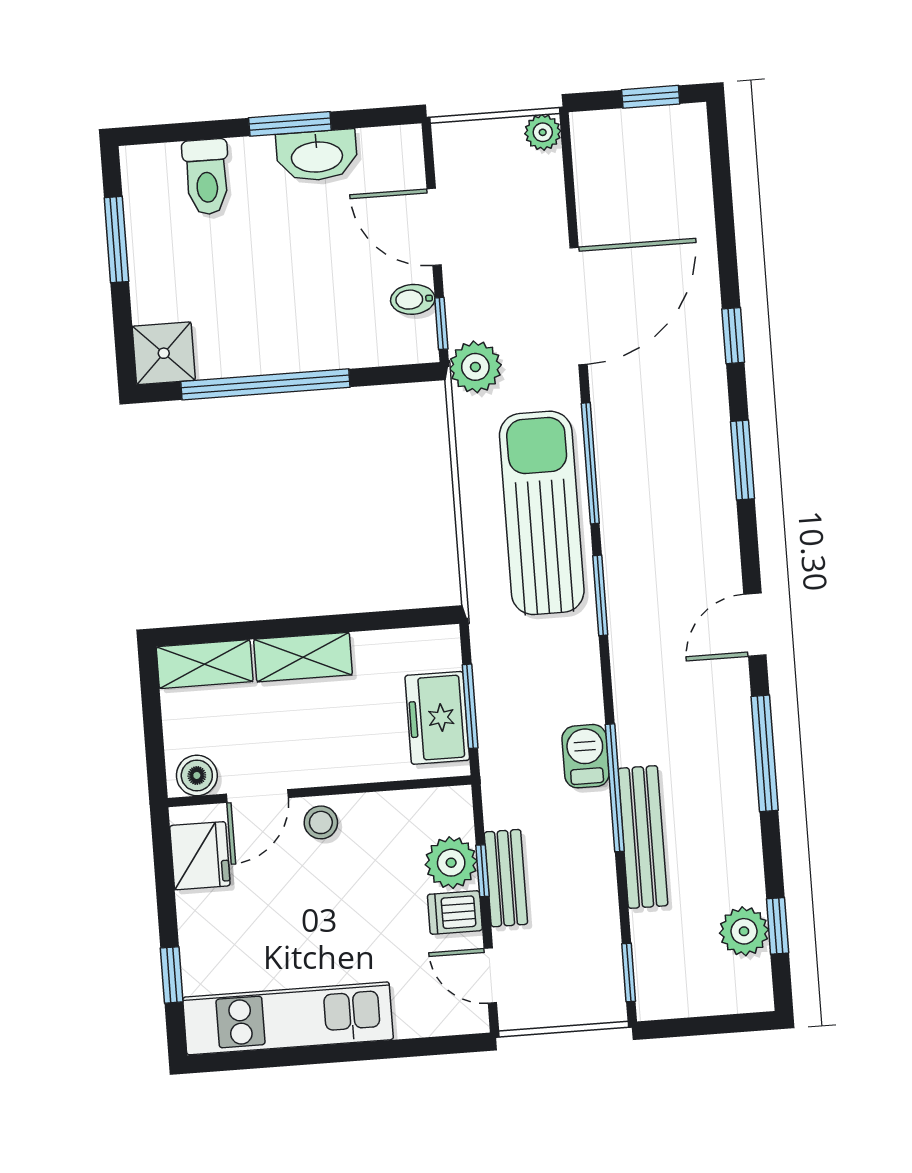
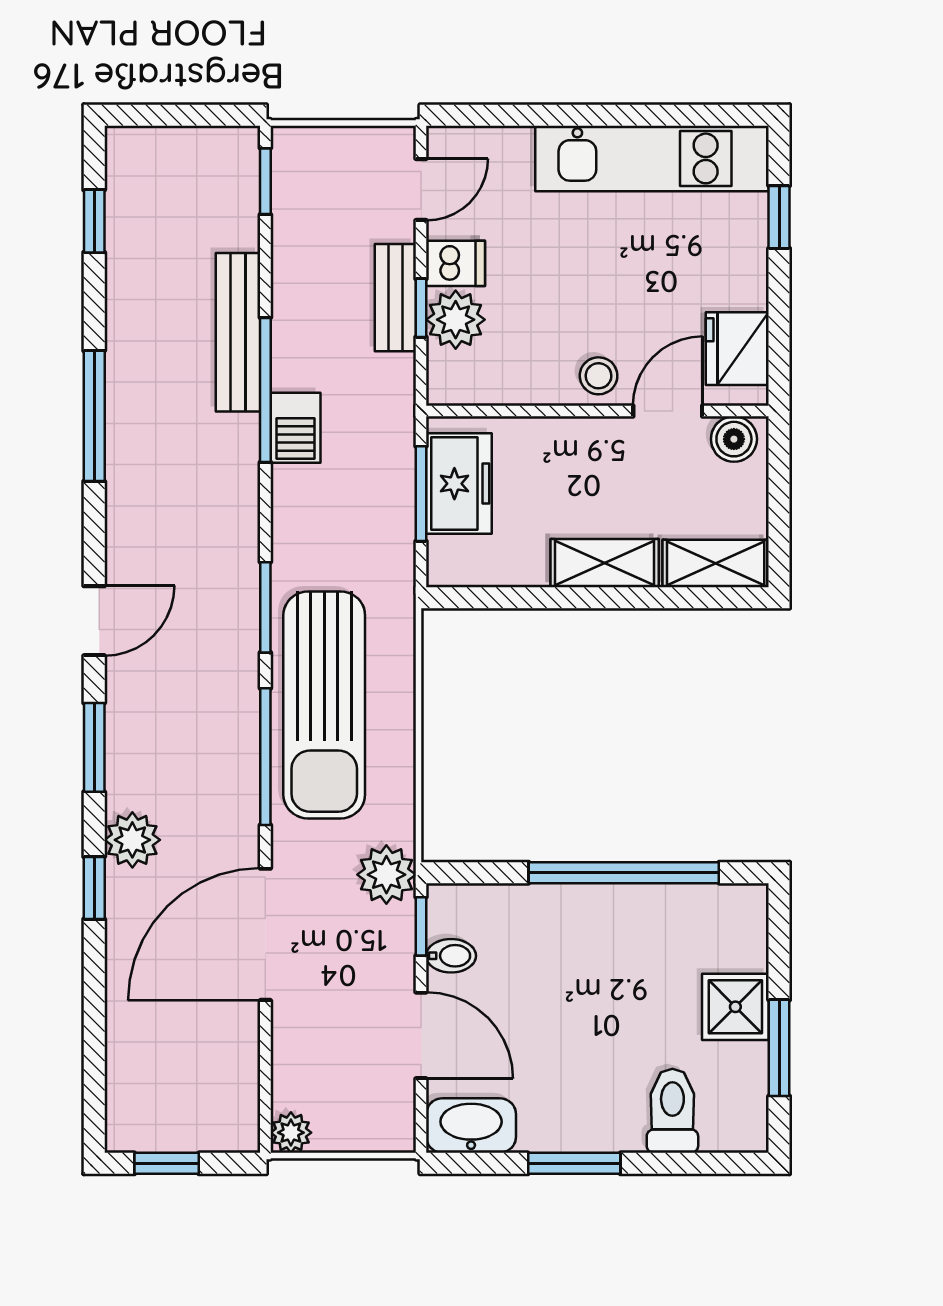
washbasin: (317, 156) -> (471, 1125), moved
shower: (164, 353) -> (735, 1007), moved
door: (755, 625) -> (94, 621), moved
plant: (744, 931) -> (132, 840), moved
door: (490, 976) -> (421, 190), hinge flipped

